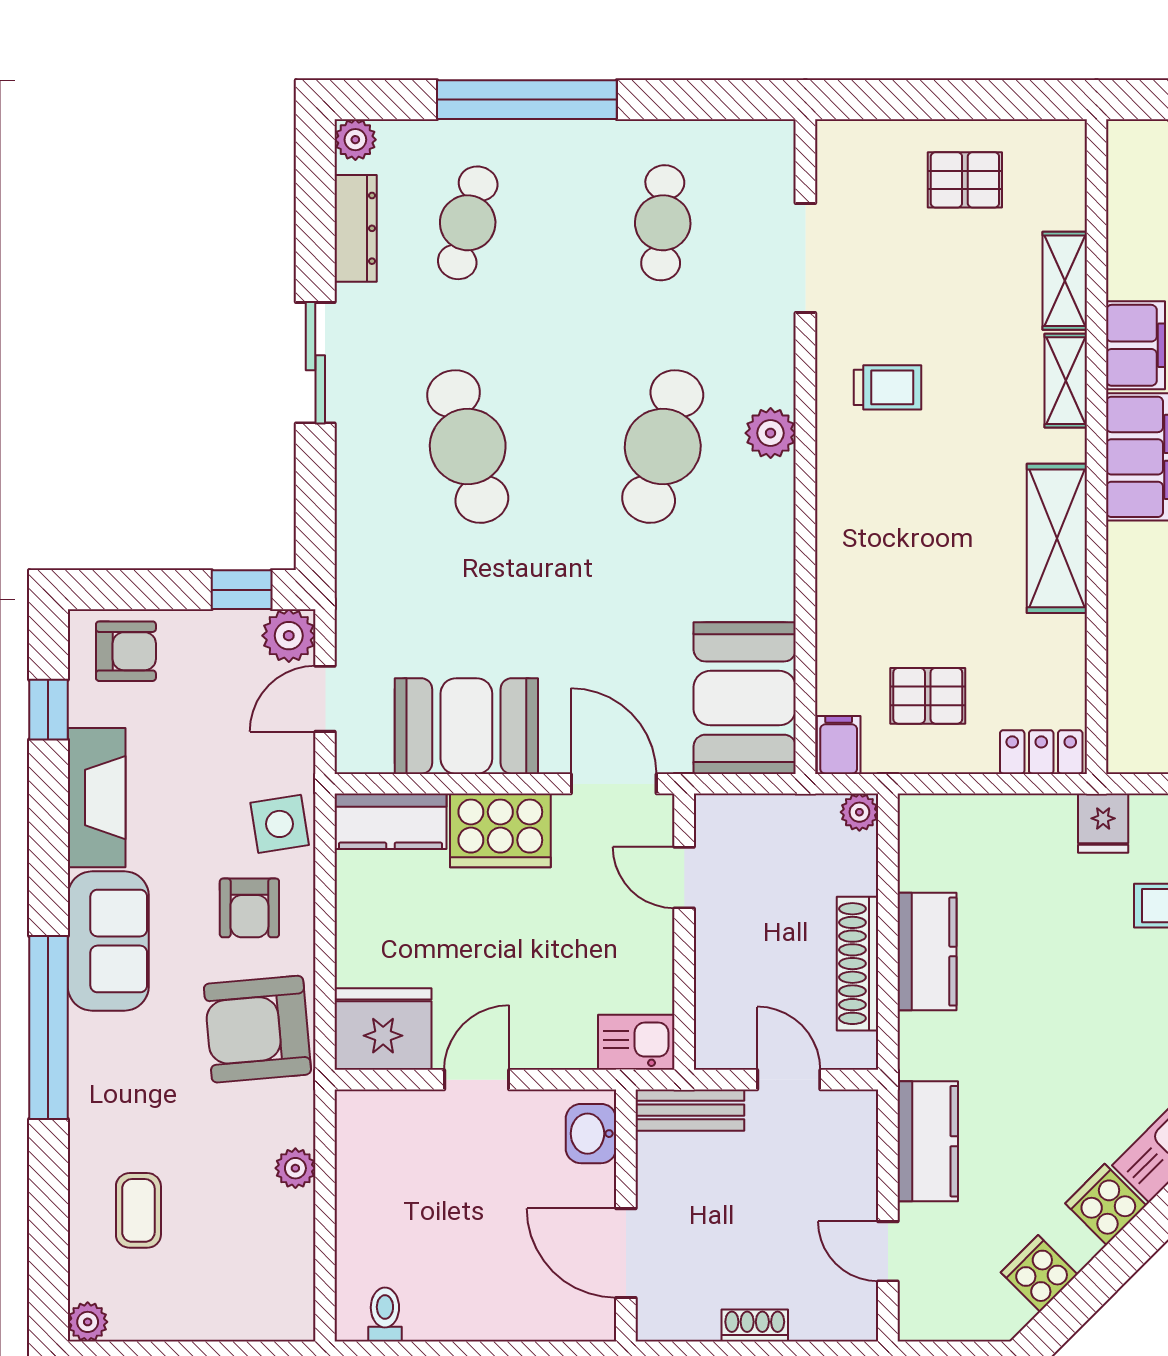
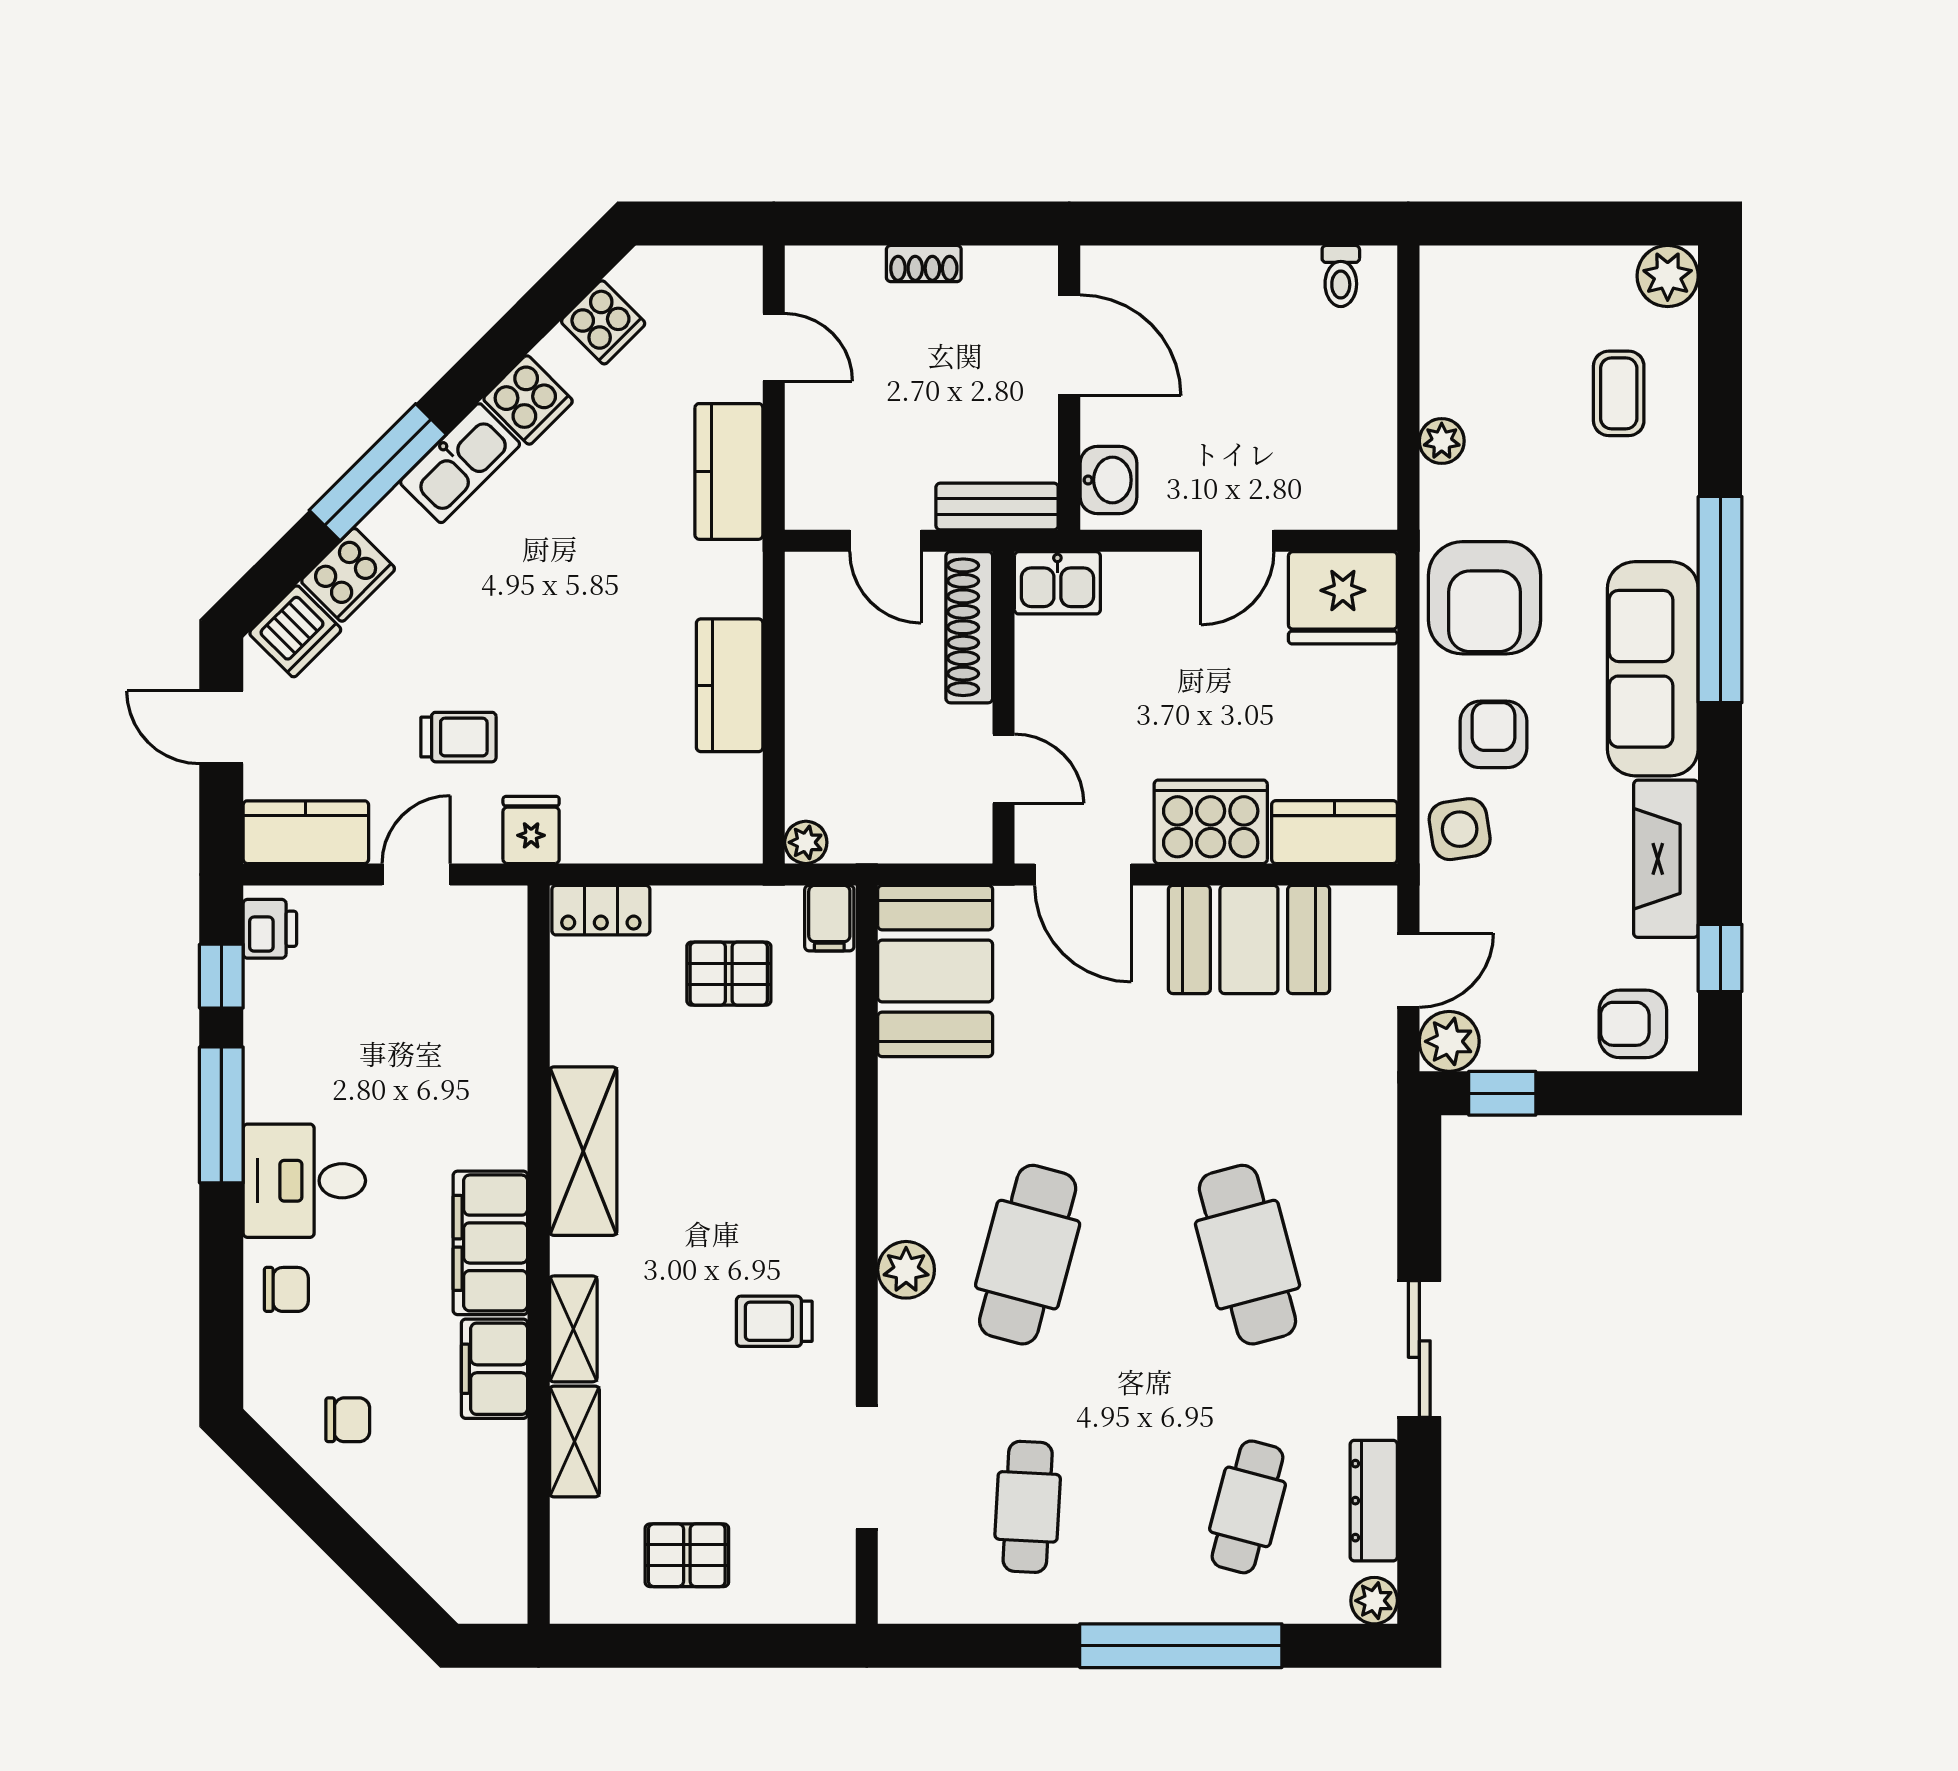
sofa: (108, 941) -> (1653, 669), width x1.36
shoe rack: (857, 964) -> (969, 627), moved, turned 180
armchair: (257, 1029) -> (1485, 598), turned 95
plant: (88, 1322) -> (1668, 276), width x1.38, depth x1.38

